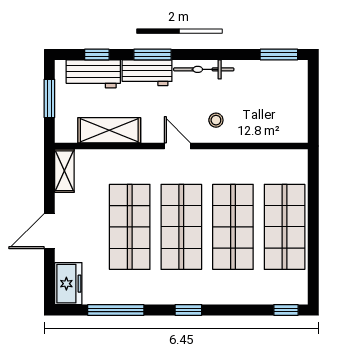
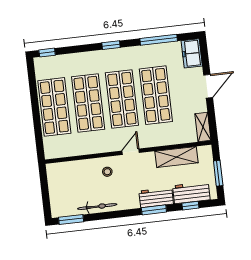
bicycle: (204, 69) -> (97, 207), moved
door: (177, 146) -> (131, 152), swing flipped

